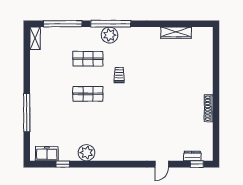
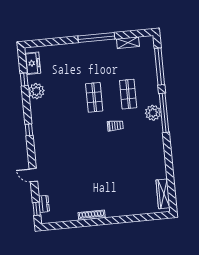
wardrobe: (176, 33) -> (163, 194), moved
shelving: (35, 38) -> (128, 43), moved
window: (27, 113) -> (96, 38), moved
plant: (87, 153) -> (36, 91), moved
window: (115, 164) -> (29, 130), added

